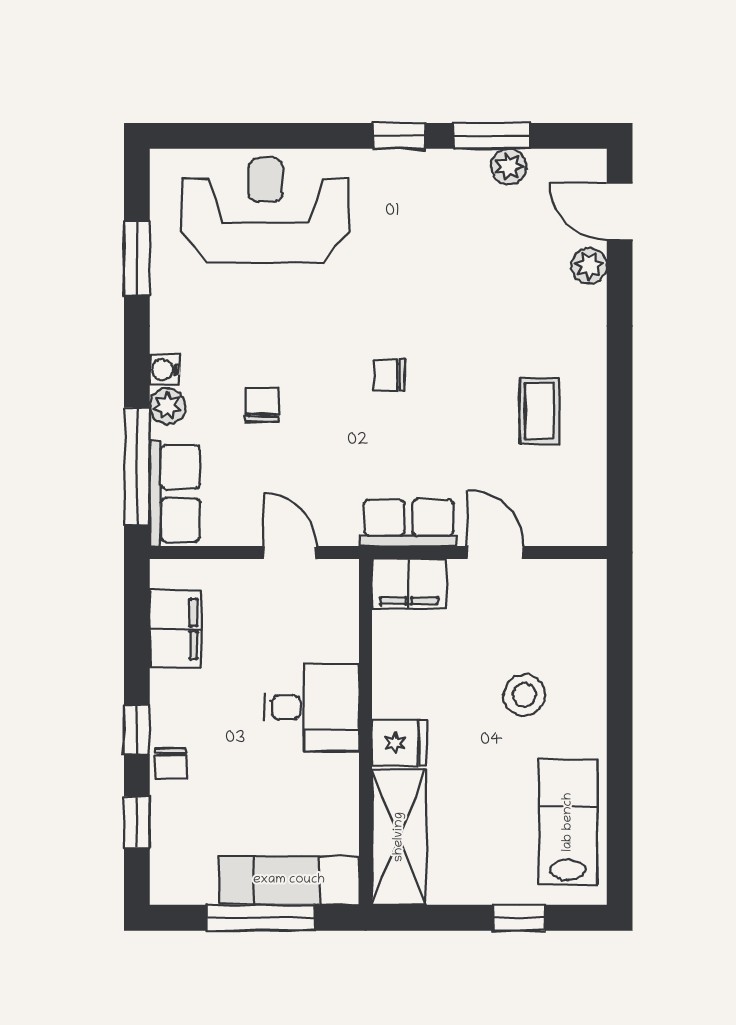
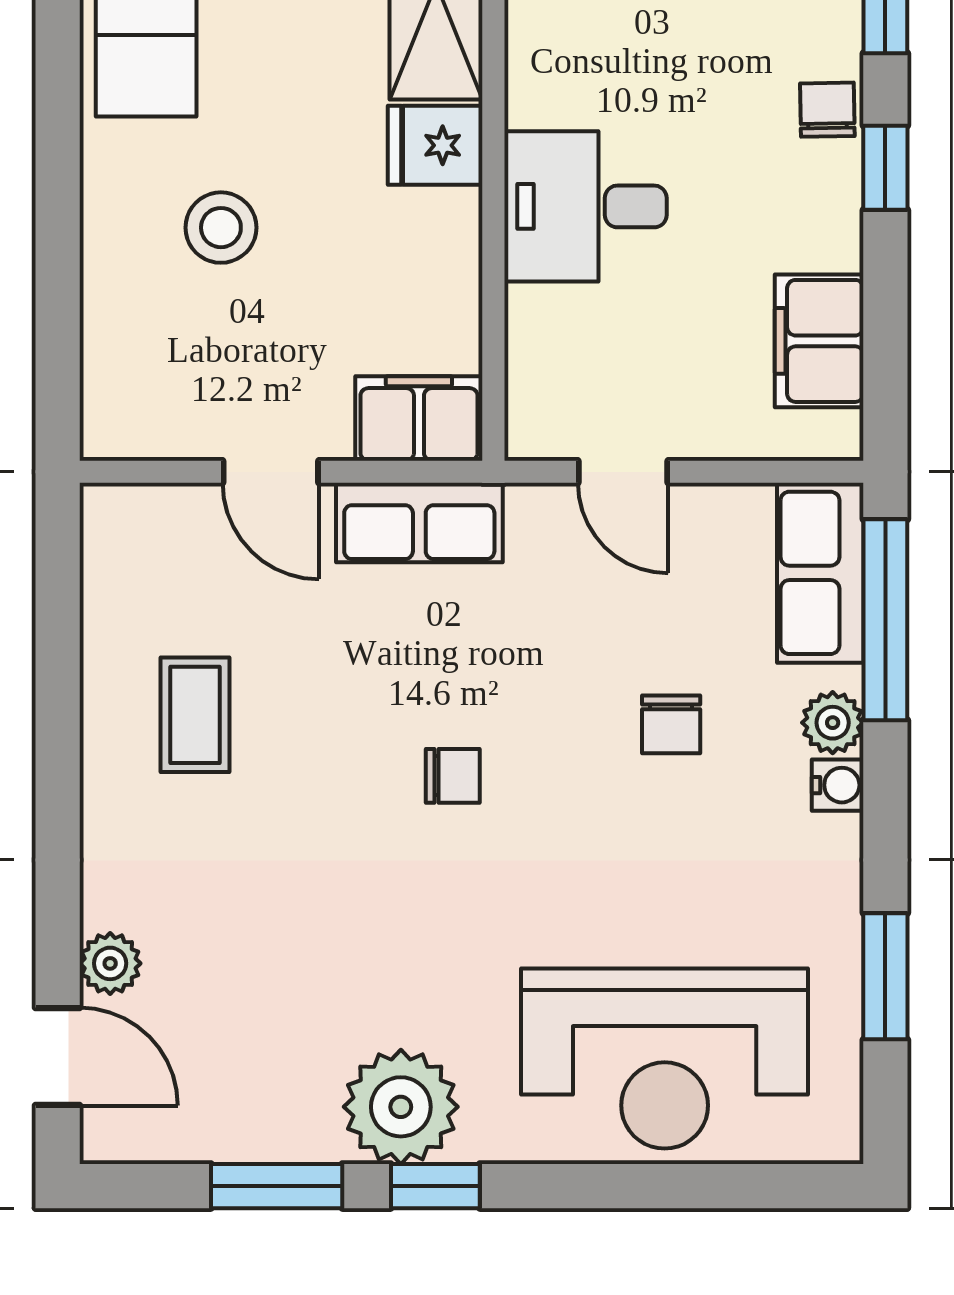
plant: (509, 166) -> (401, 1107), moved, width x1.87, depth x1.87

